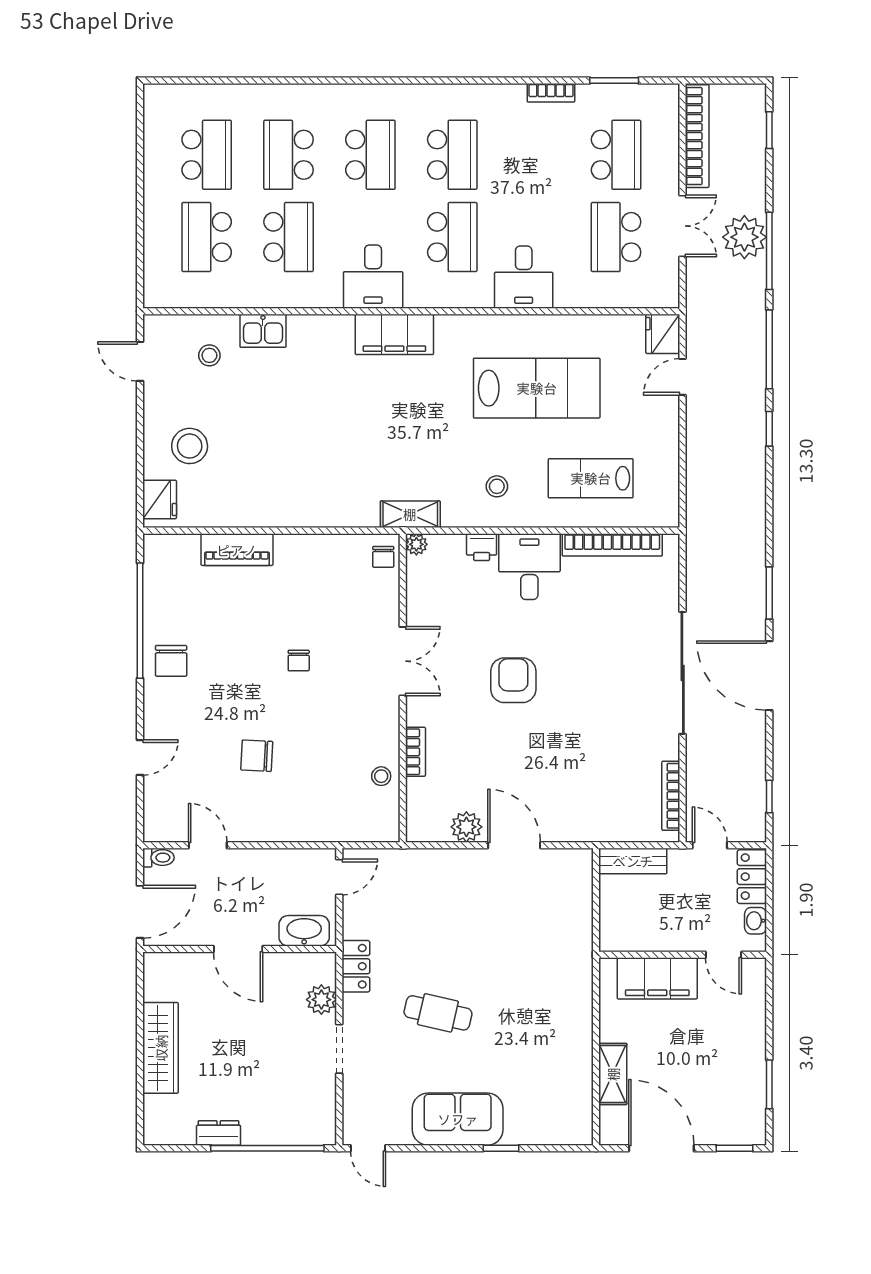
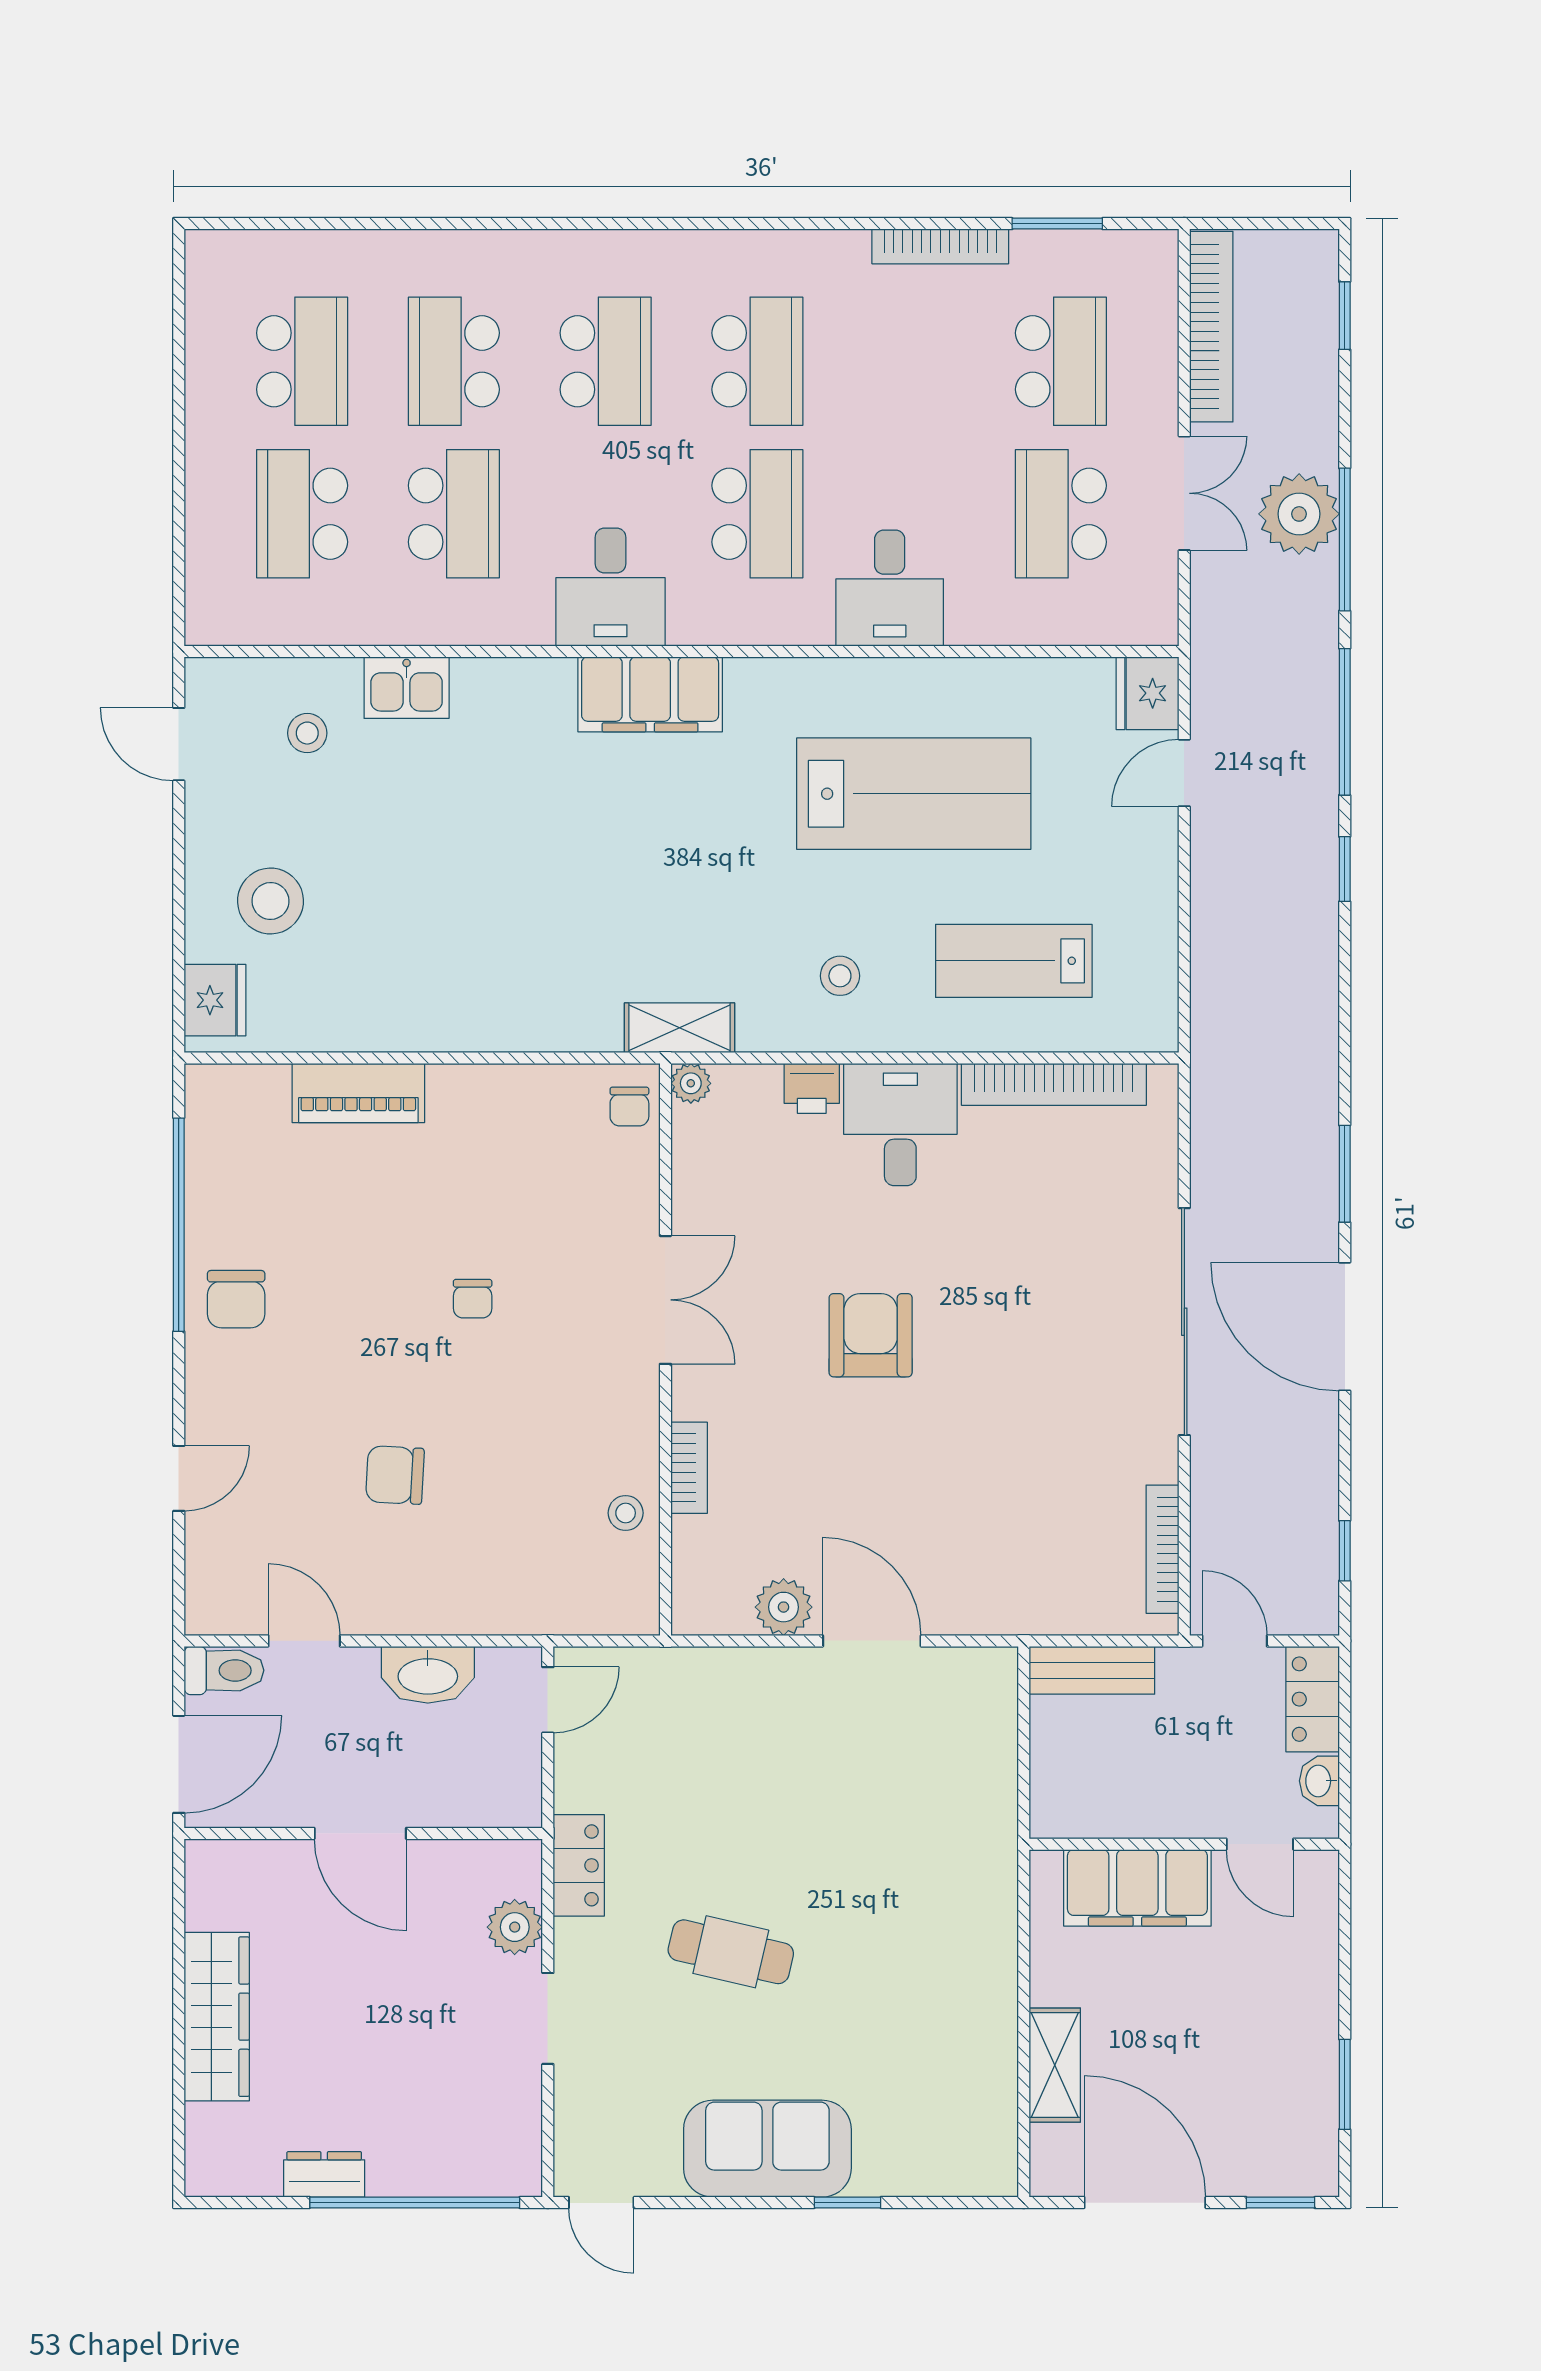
bookcase: (551, 93) -> (940, 246), width x1.56
toilet: (158, 858) -> (224, 1670), width x1.37, depth x1.39
washbasin: (304, 931) -> (428, 1675), moved, turned 180

